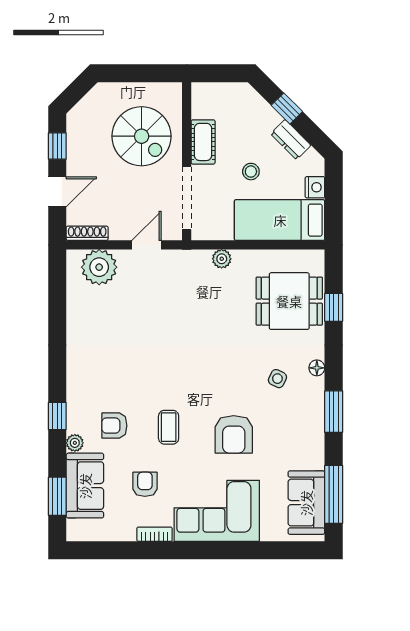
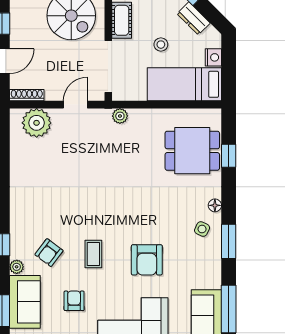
plant: (222, 259) -> (120, 116), moved
side table: (277, 379) -> (202, 229), moved
armchair: (114, 426) -> (49, 253), turned -53

